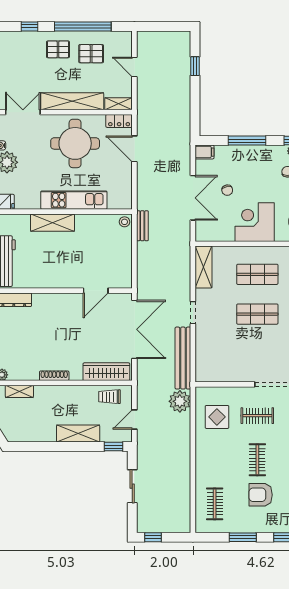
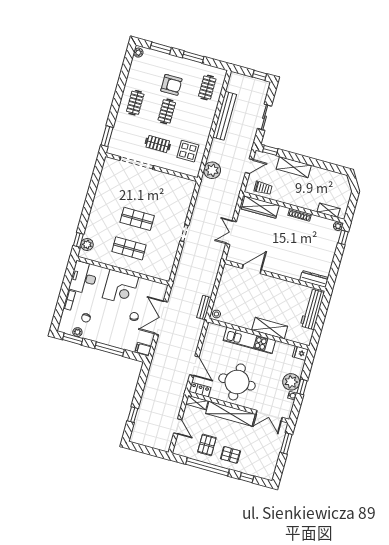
pallet: (91, 54) -> (207, 445), turned 90
shelving: (204, 267) -> (167, 265), removed
double door: (134, 329) -> (231, 233), width x0.54
bench: (183, 358) -> (225, 116), moved

